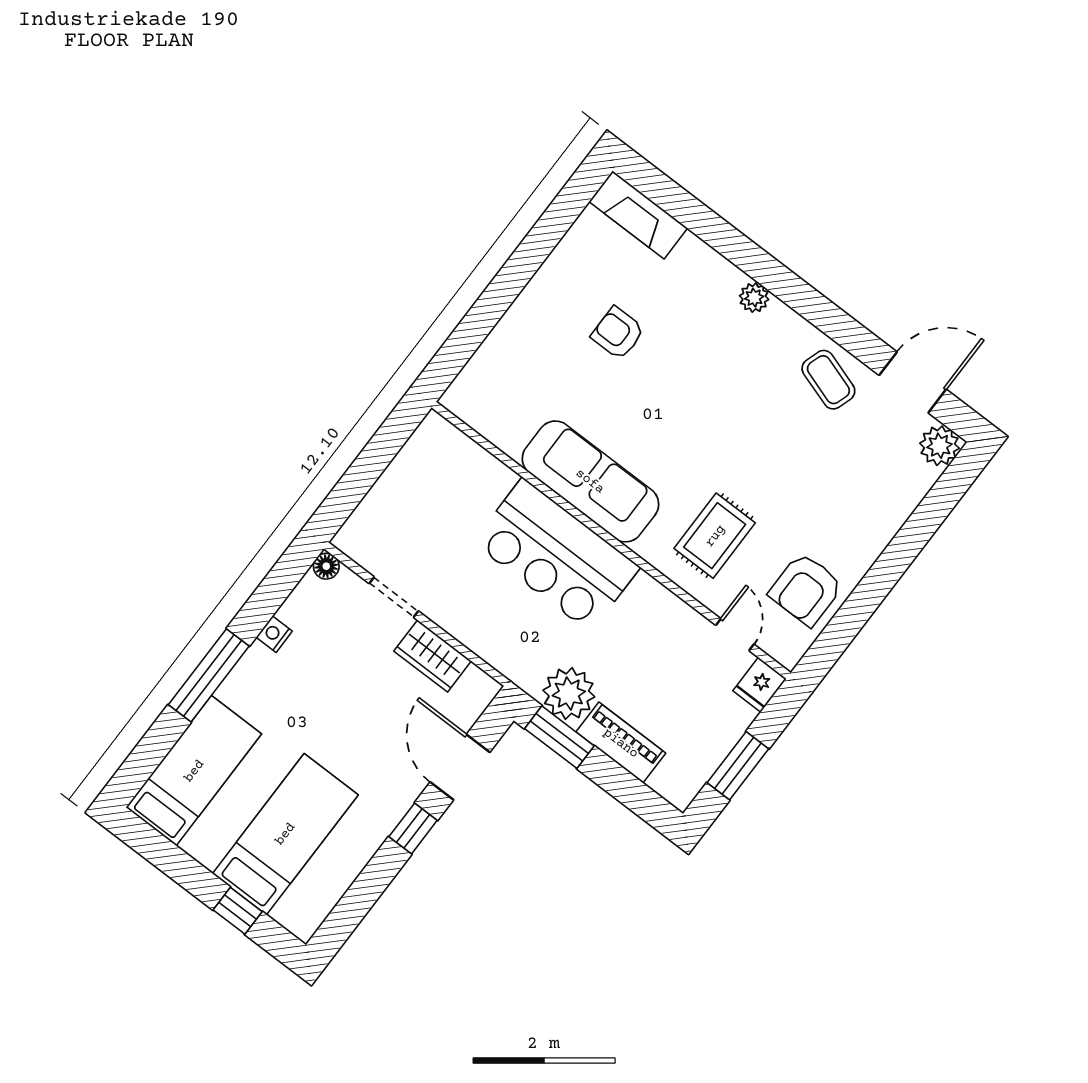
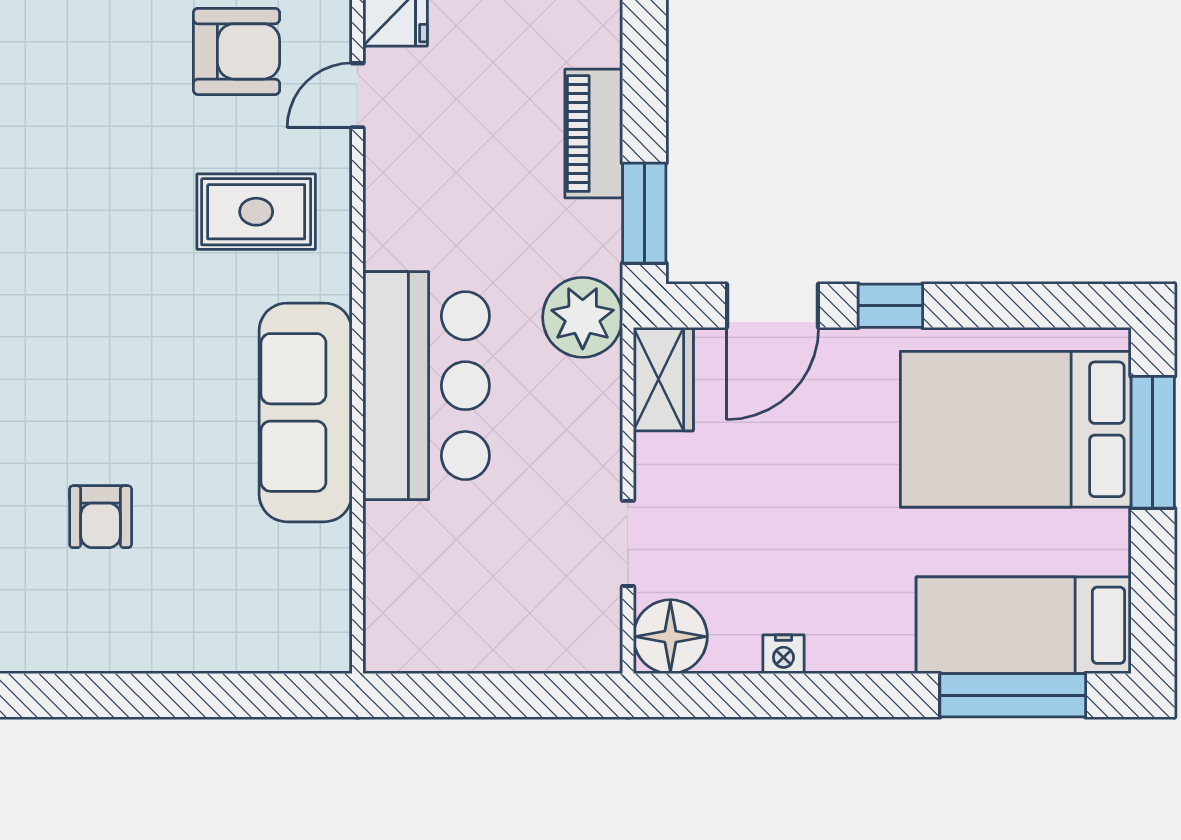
floor lamp: (326, 566) -> (670, 637), width x1.89, depth x1.89
wardrobe: (433, 656) -> (663, 379), moved
window: (209, 675) -> (1013, 695), moved
plant: (569, 694) -> (583, 317), moved
bed: (285, 834) -> (1016, 429), width x1.50
window: (238, 911) -> (1153, 442), width x2.17

